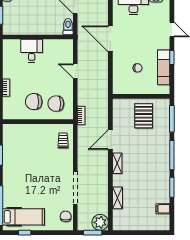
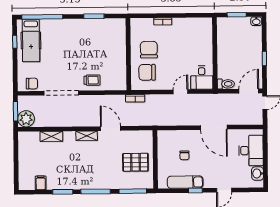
door: (110, 39) -> (214, 127), swing flipped
desk: (32, 51) -> (202, 78), moved, turned 90
chair: (56, 104) -> (147, 72), turned -90
trolley: (63, 140) -> (92, 80), moved

